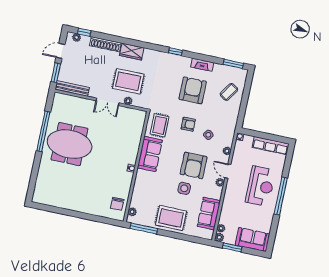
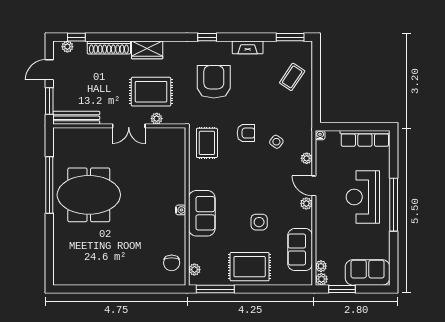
armchair: (193, 90) -> (214, 82), moved
sofa: (150, 154) -> (202, 213), moved
armchair: (194, 165) -> (265, 188), removed
reception desk: (260, 186) -> (363, 197), turned 180

